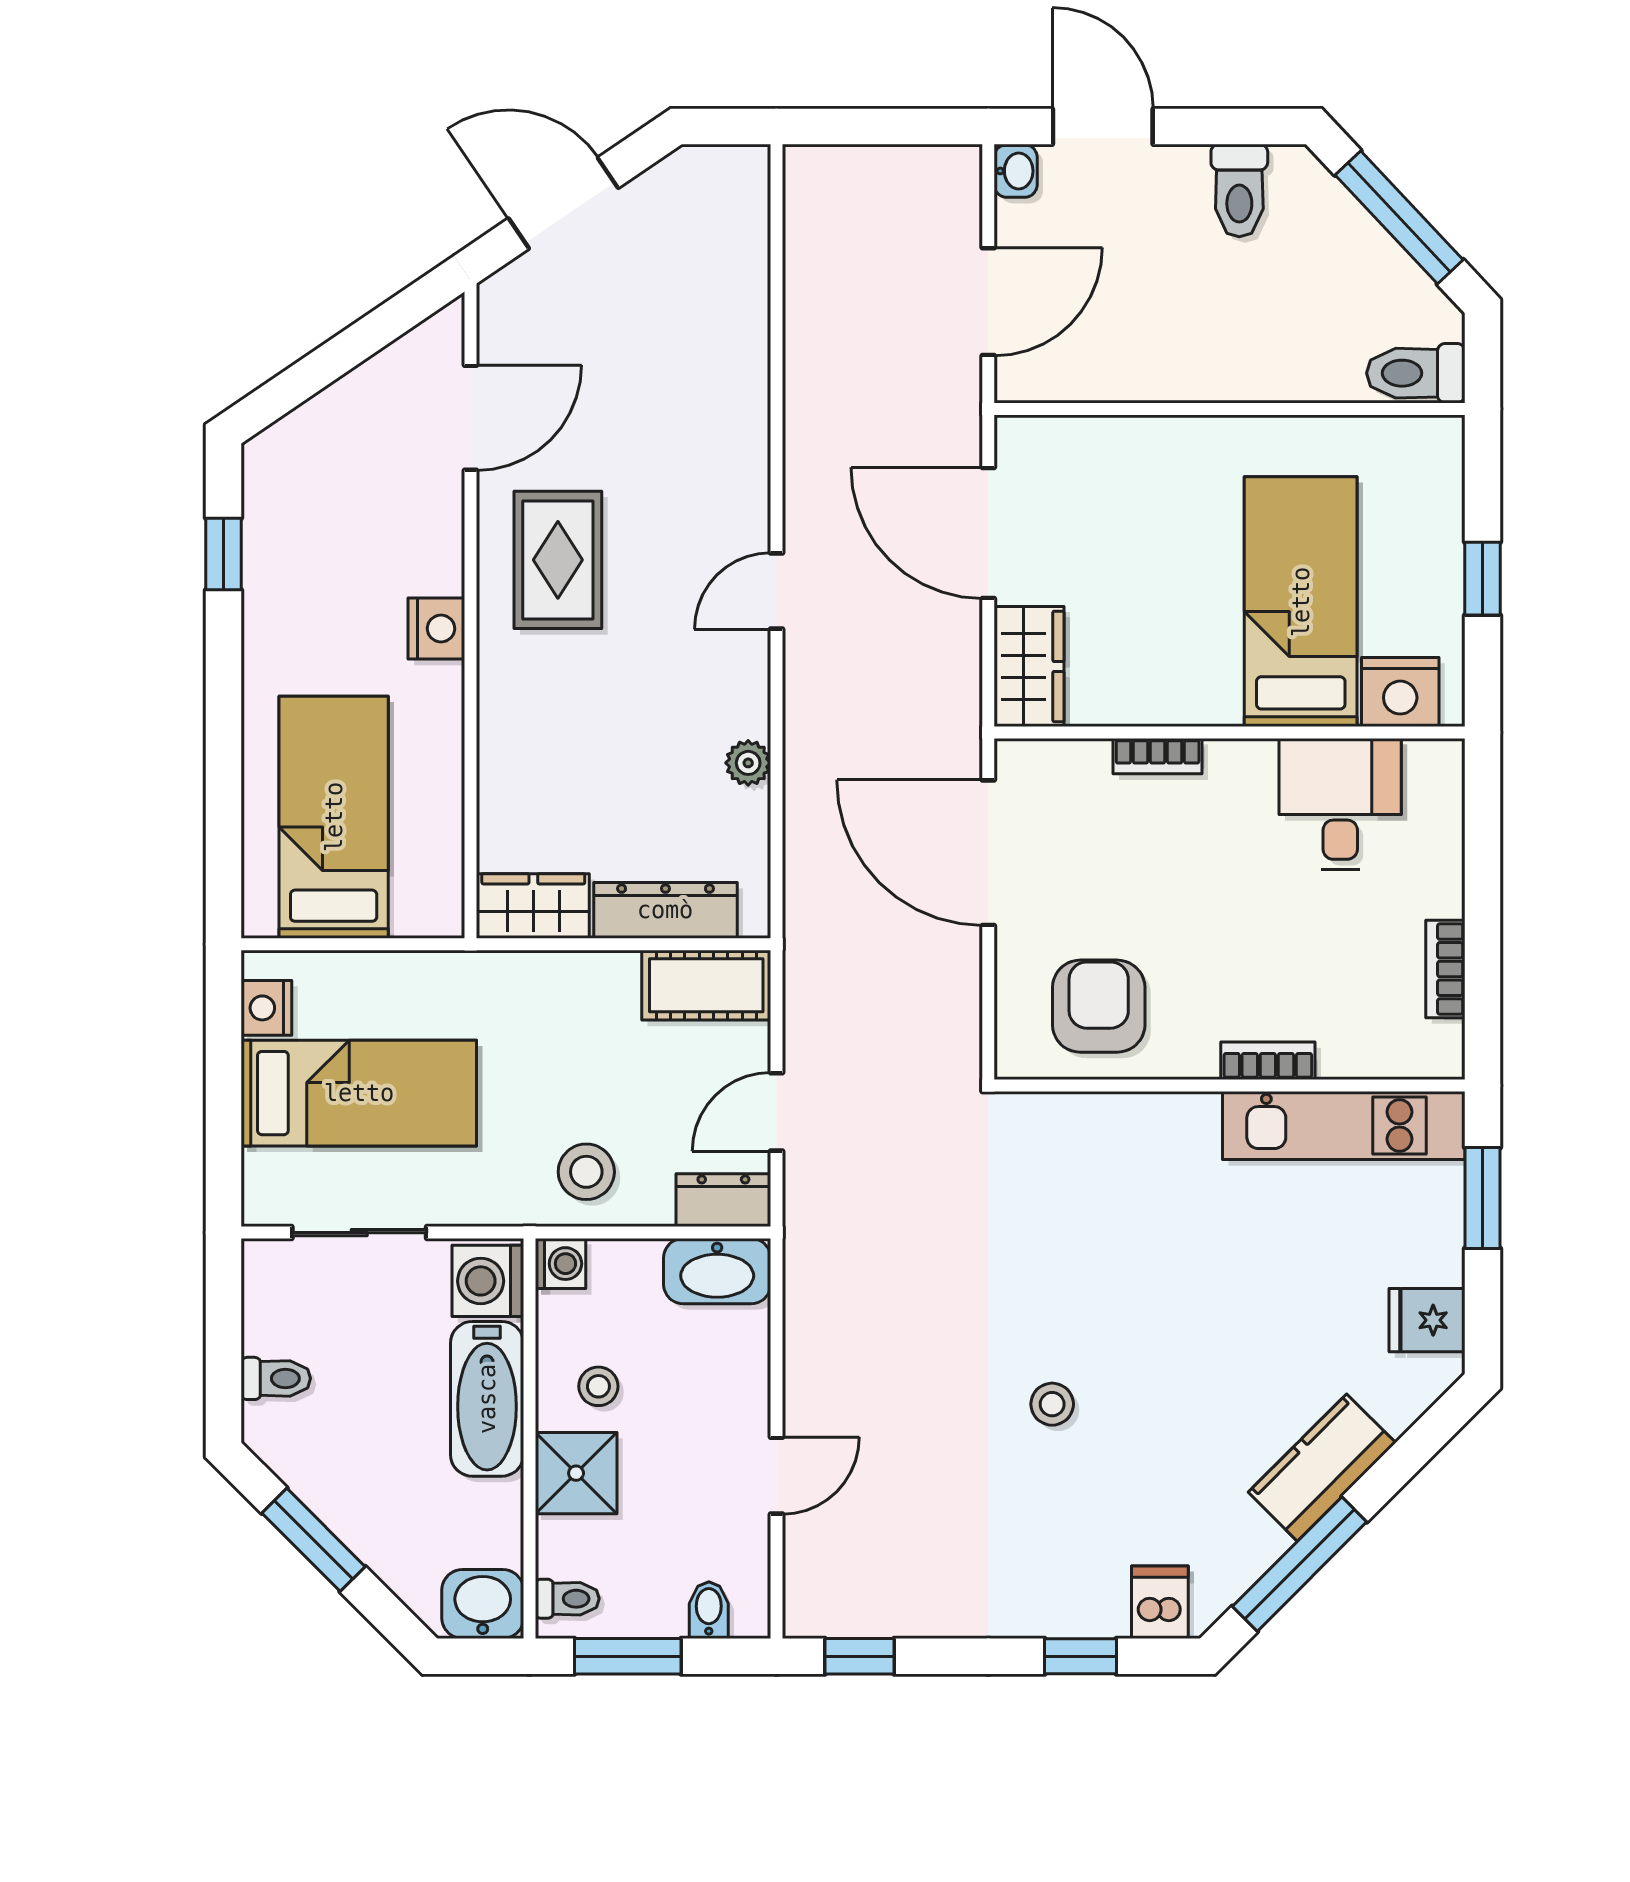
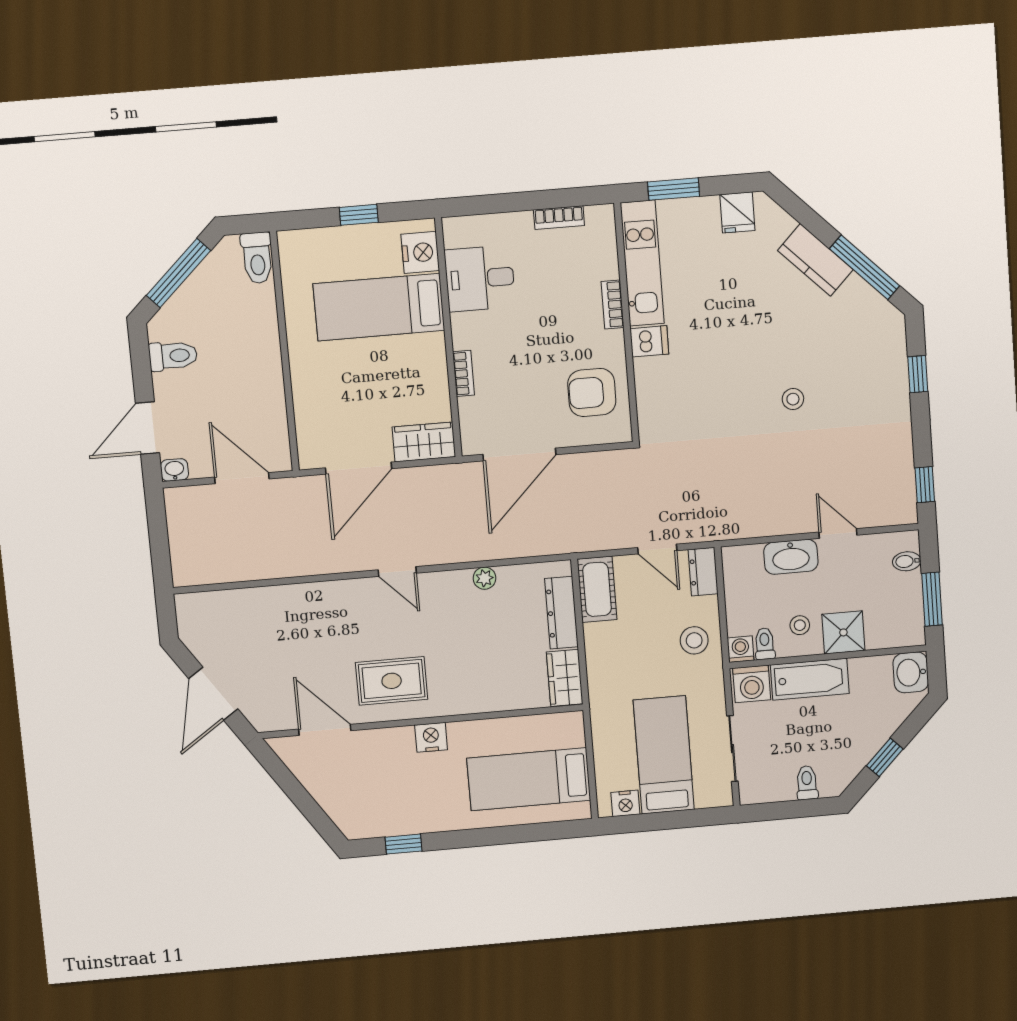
washbasin: (717, 1271) -> (791, 557), moved, turned 90
window: (313, 1540) -> (885, 757), width x0.67
toilet: (567, 1599) -> (765, 644), moved
dishwasher: (1160, 1602) -> (649, 341), moved, turned 180

